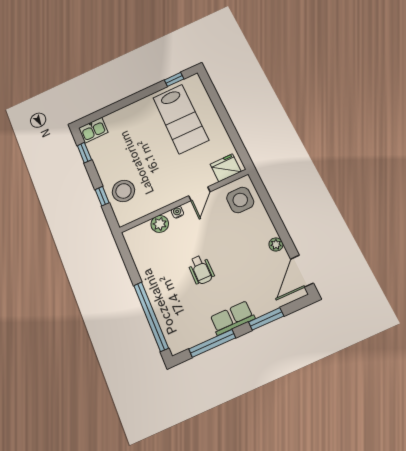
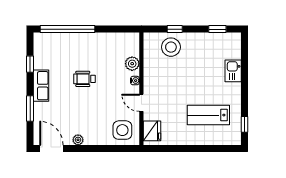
lab bench: (181, 119) -> (208, 115), width x0.73, depth x0.72
kitchen sink: (93, 130) -> (233, 71), moved
window: (212, 343) -> (30, 64), width x0.46

